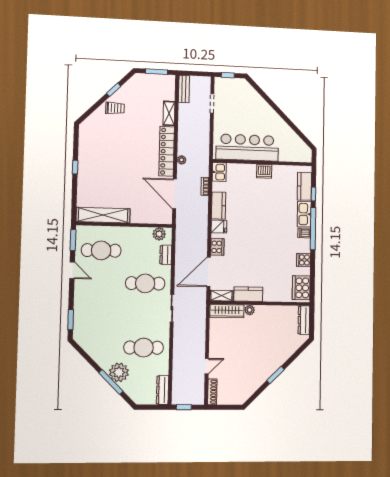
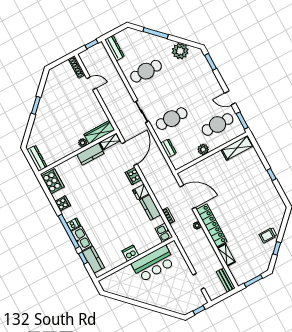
bar counter: (247, 148) -> (153, 264), width x0.73
shelving: (103, 215) -> (237, 148), width x0.68
plant: (159, 234) -> (203, 149), moved
door: (207, 366) -> (91, 83), swing flipped
plant: (119, 372) -> (180, 51), moved

